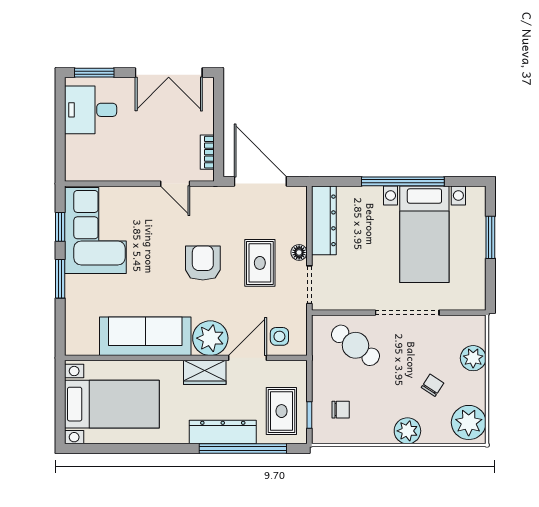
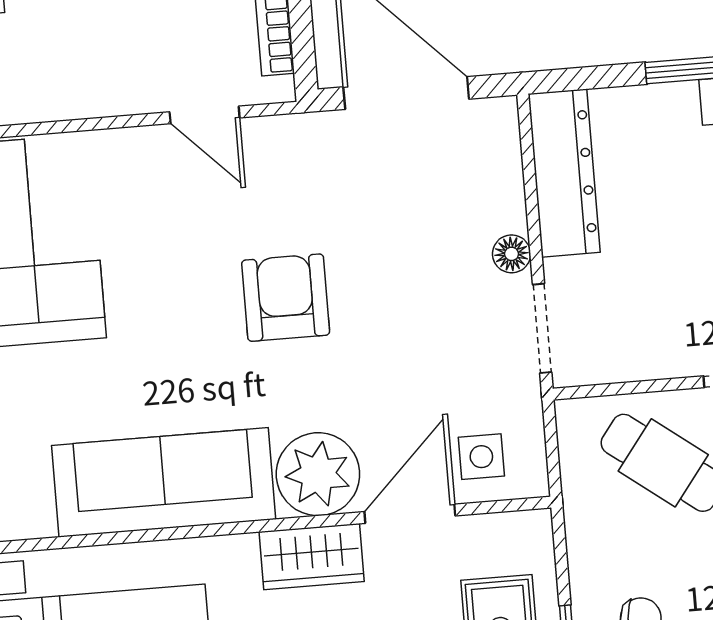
rug: (260, 263) -> (421, 286), removed

